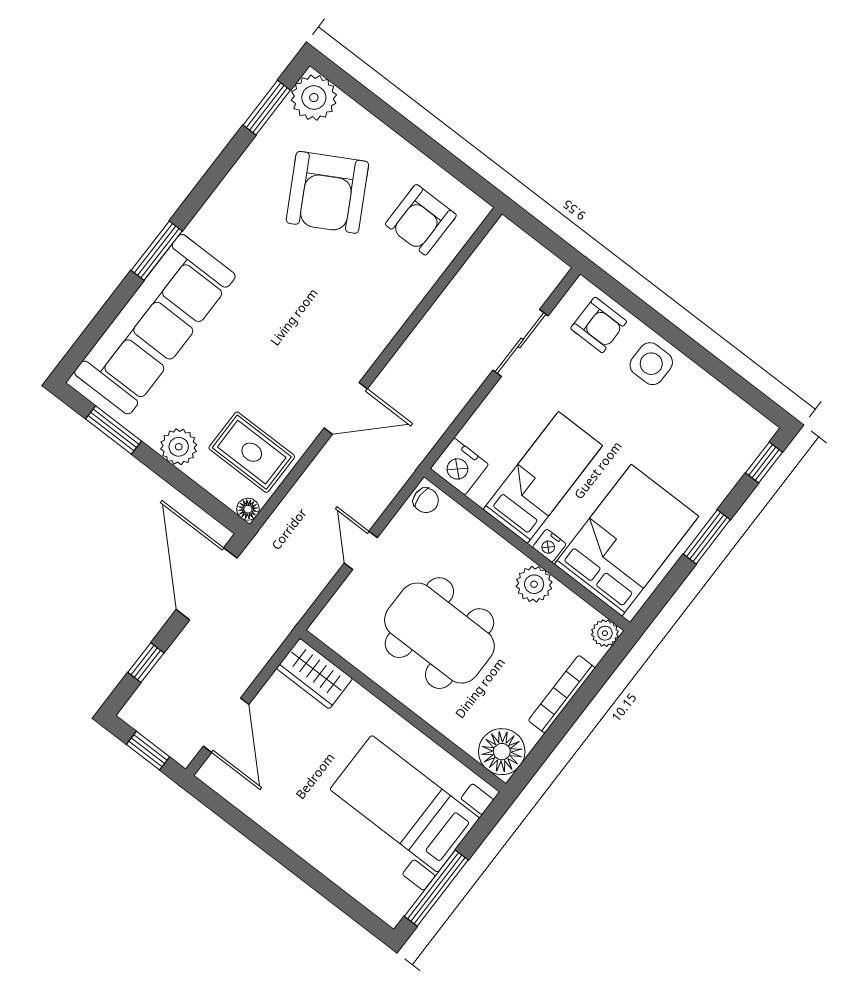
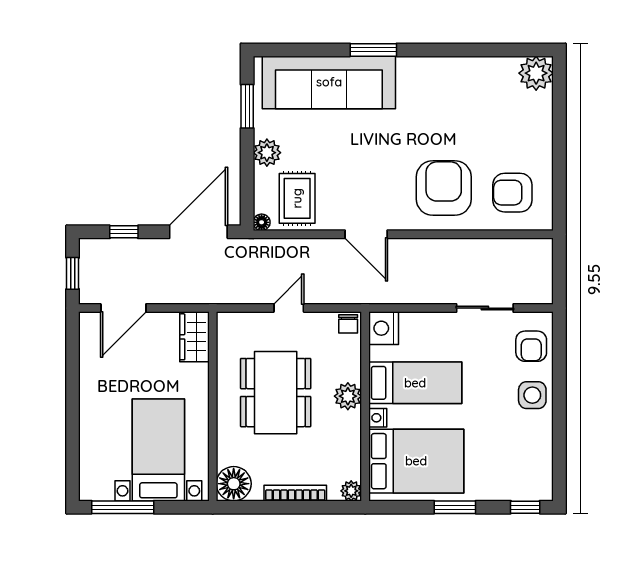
window: (267, 108) -> (509, 50), removed
armchair: (327, 192) -> (444, 188), moved, turned 119
plant: (534, 584) -> (348, 396), moved

